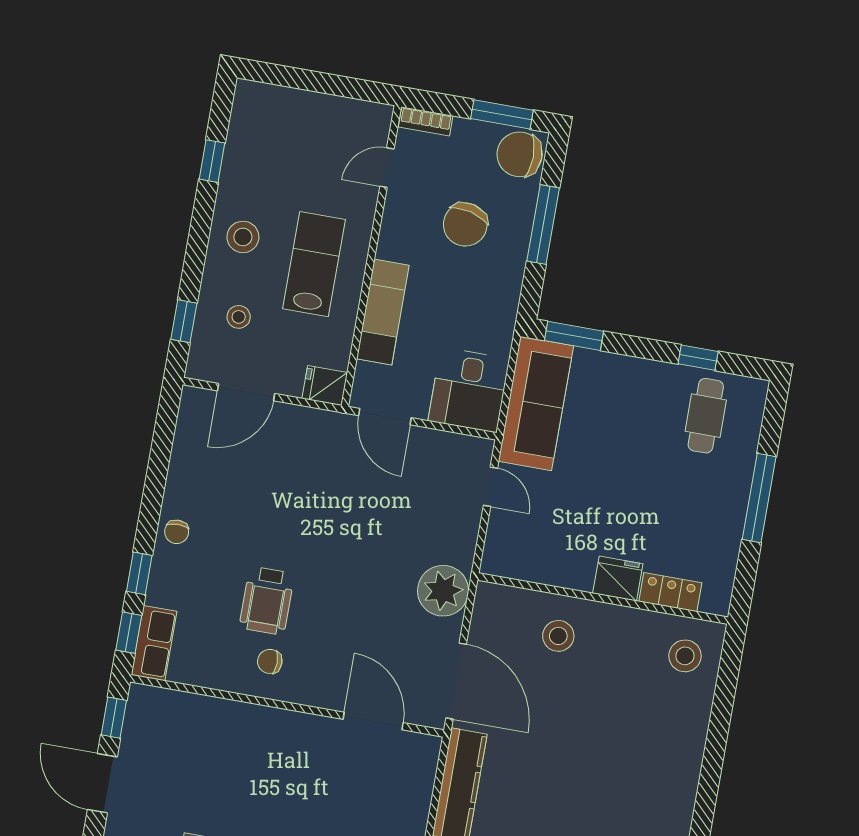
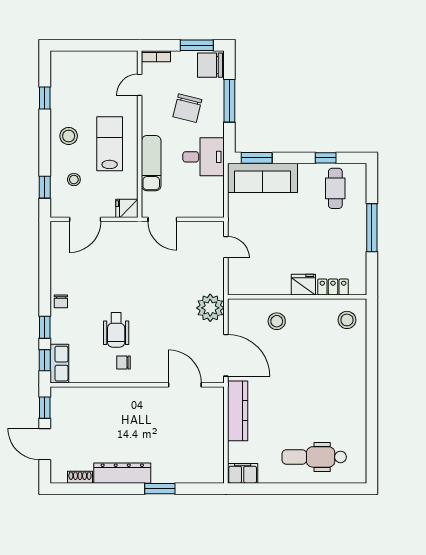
desk: (469, 390) -> (204, 157), moved, turned -90
sofa: (536, 403) -> (263, 178), moved, turned 90

